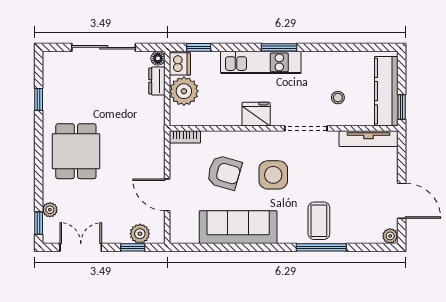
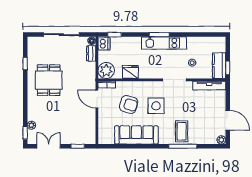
kitchen unit: (261, 62) -> (164, 43), moved
plant: (184, 91) -> (106, 70), moved
kitchen counter: (386, 91) -> (219, 66), width x0.67
fridge: (256, 114) -> (130, 72), moved
dining table: (76, 151) -> (49, 80), moved
door: (167, 195) -> (97, 99), moved
plant: (140, 234) -> (82, 139), removed

